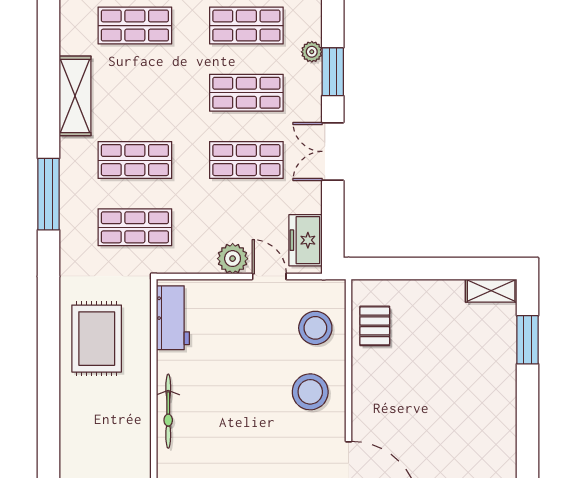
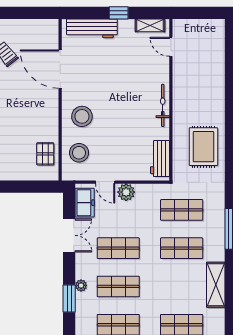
plant: (312, 52) -> (81, 285), moved
double door: (333, 151) -> (69, 235), moved

